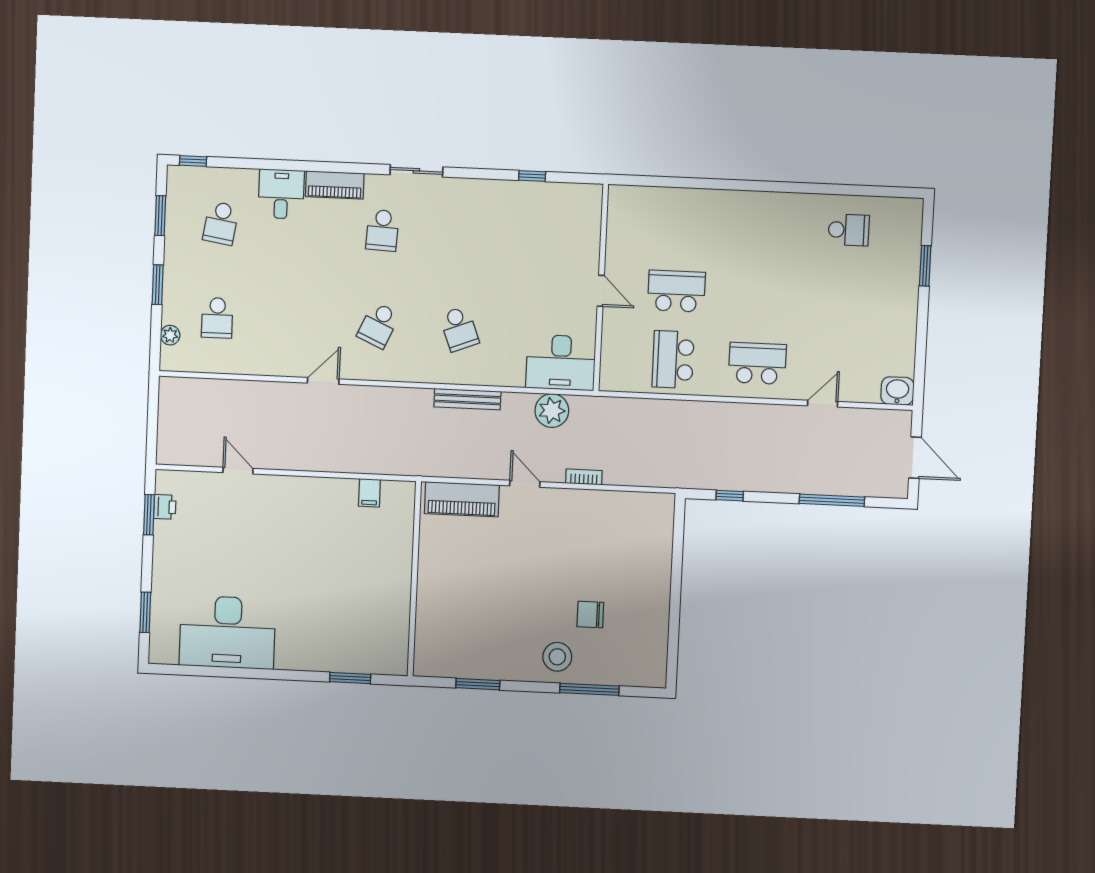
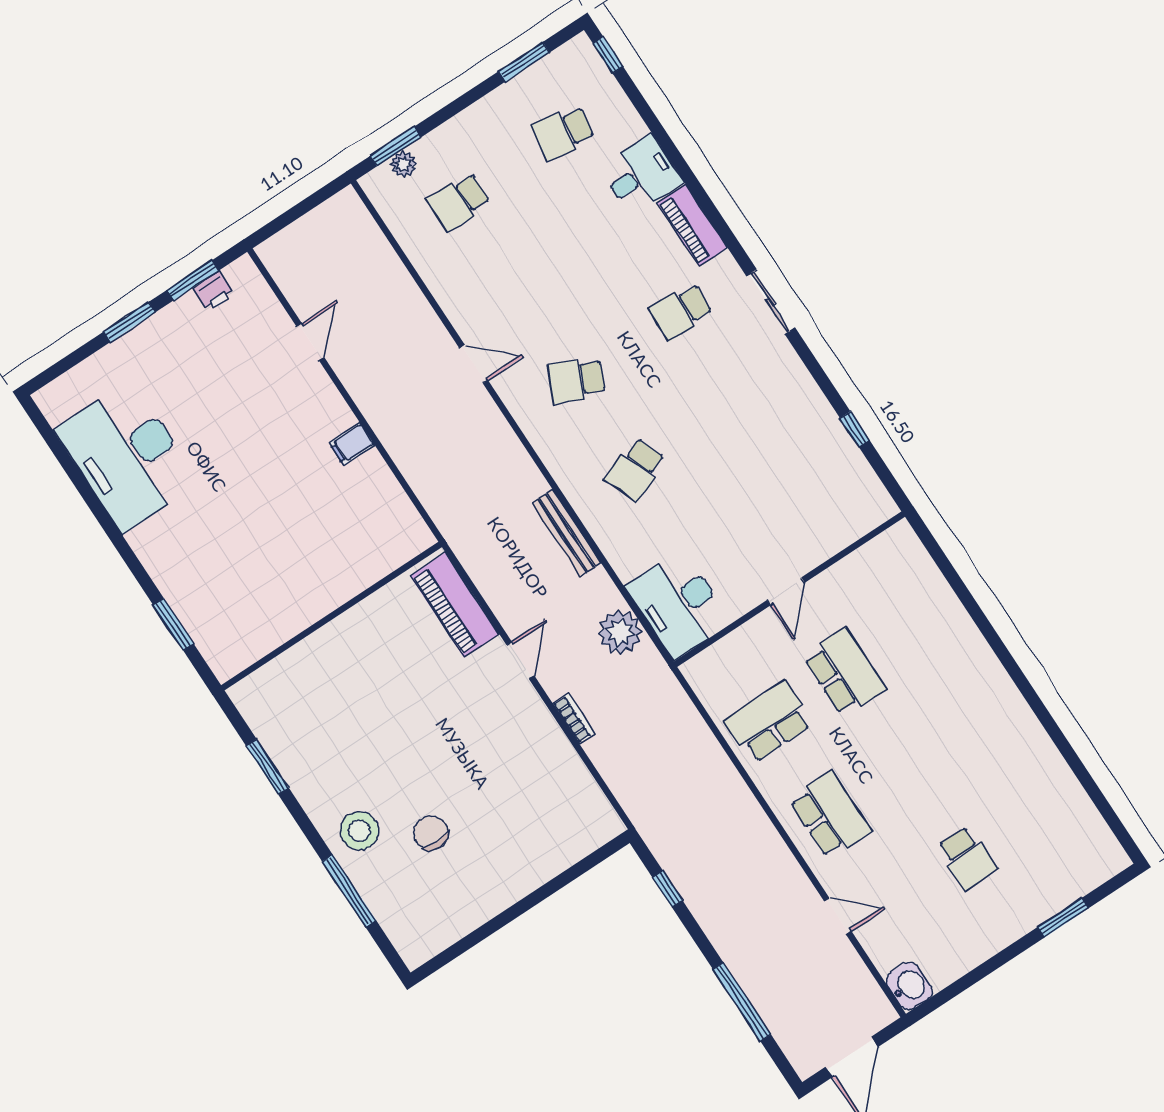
school desk: (849, 230) -> (967, 858), moved
window: (158, 285) -> (396, 147), moved
filing cabinet: (369, 493) -> (352, 444), moved
window: (145, 612) -> (129, 322), moved

